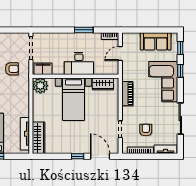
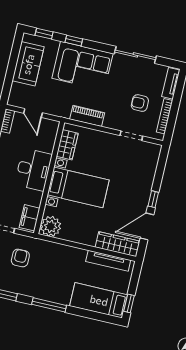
door: (100, 156) -> (147, 226), moved

